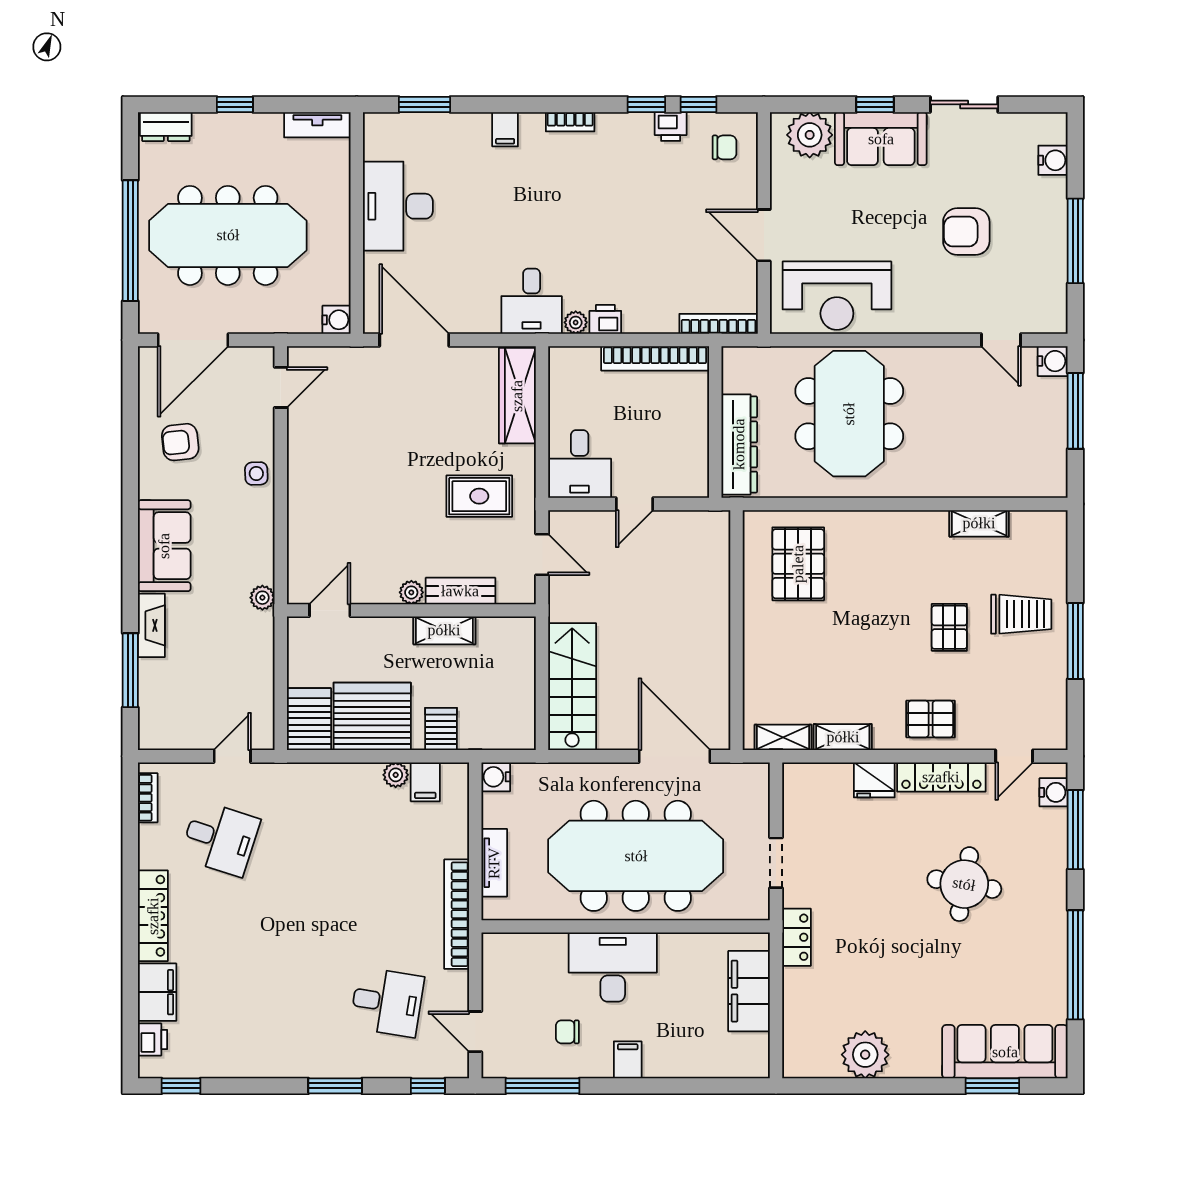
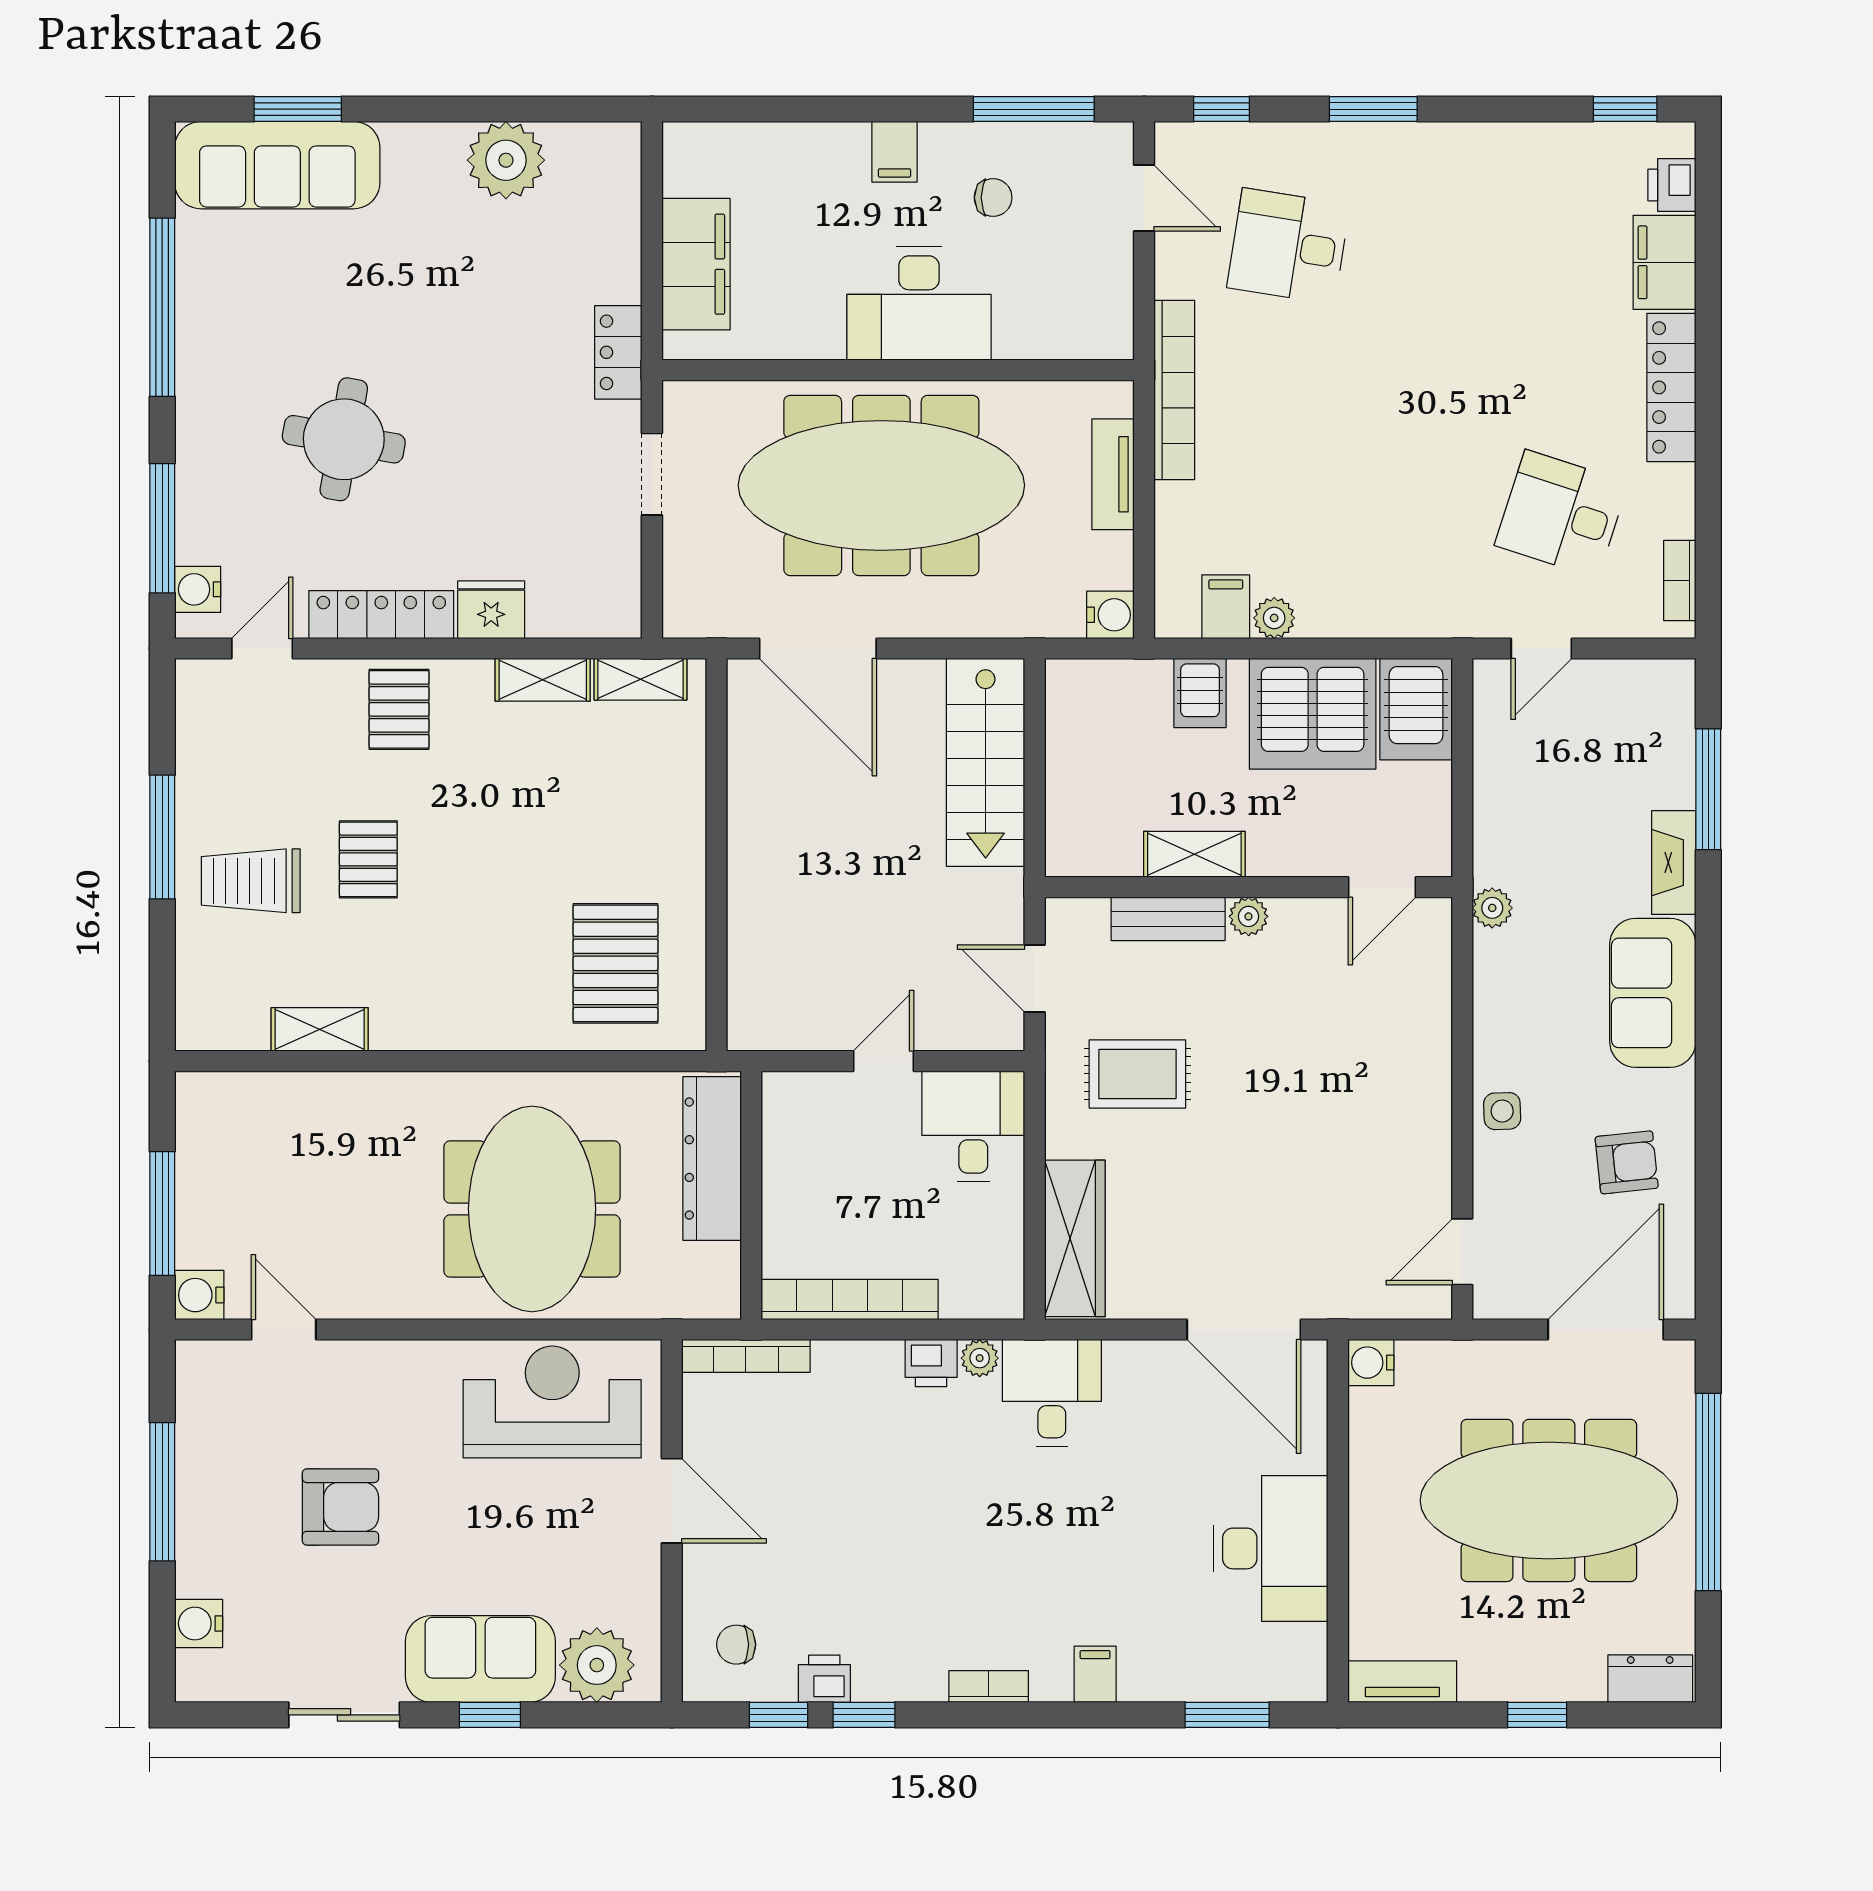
pallet: (931, 719) -> (399, 709), turned 90

